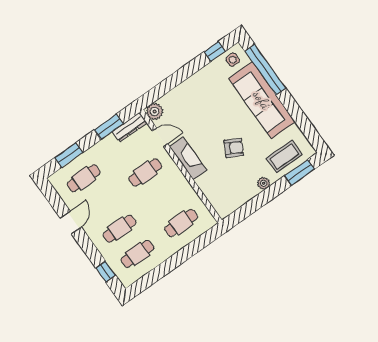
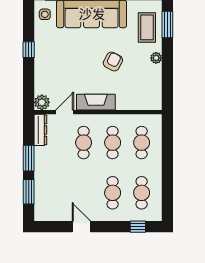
window: (215, 51) -> (29, 50), moved
window: (109, 127) -> (29, 158), moved
cafe table: (84, 178) -> (113, 143), moved

